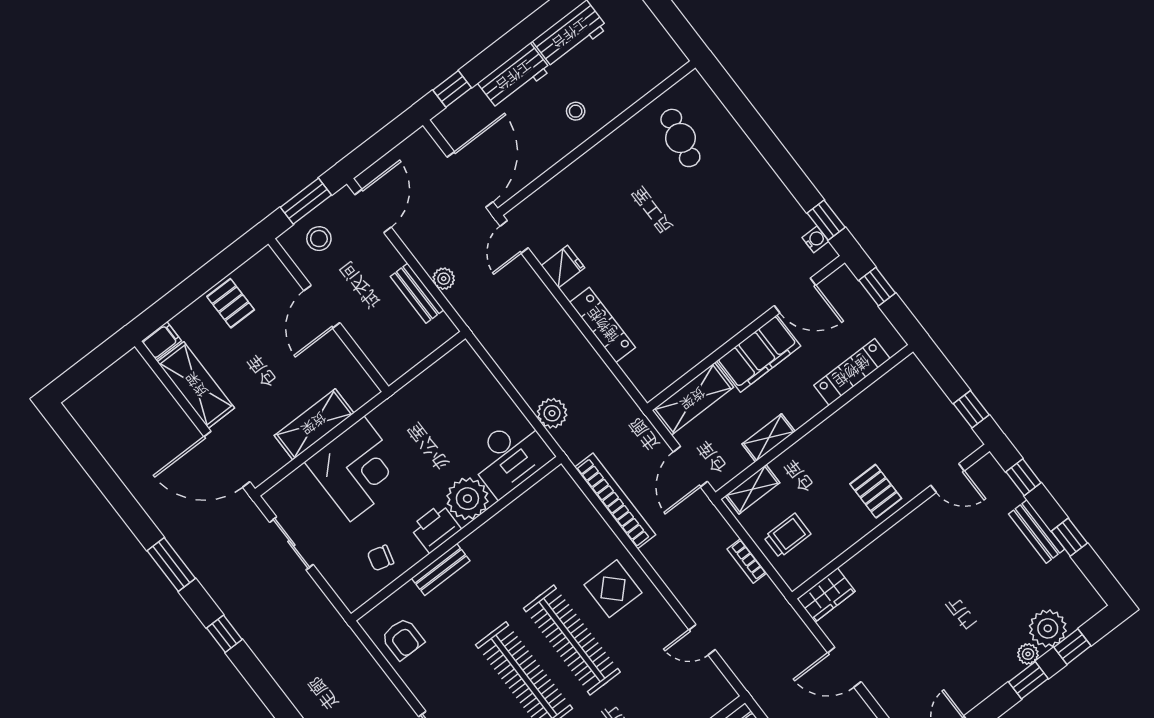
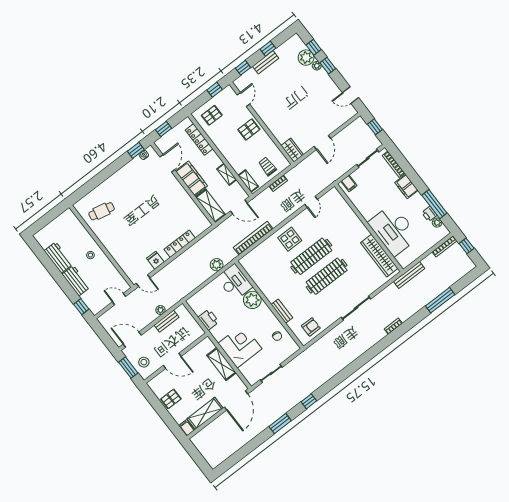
door: (470, 180) -> (119, 299), width x0.53
pallet: (910, 402) -> (212, 115), added
printer: (436, 528) -> (208, 320), moved, turned 180

